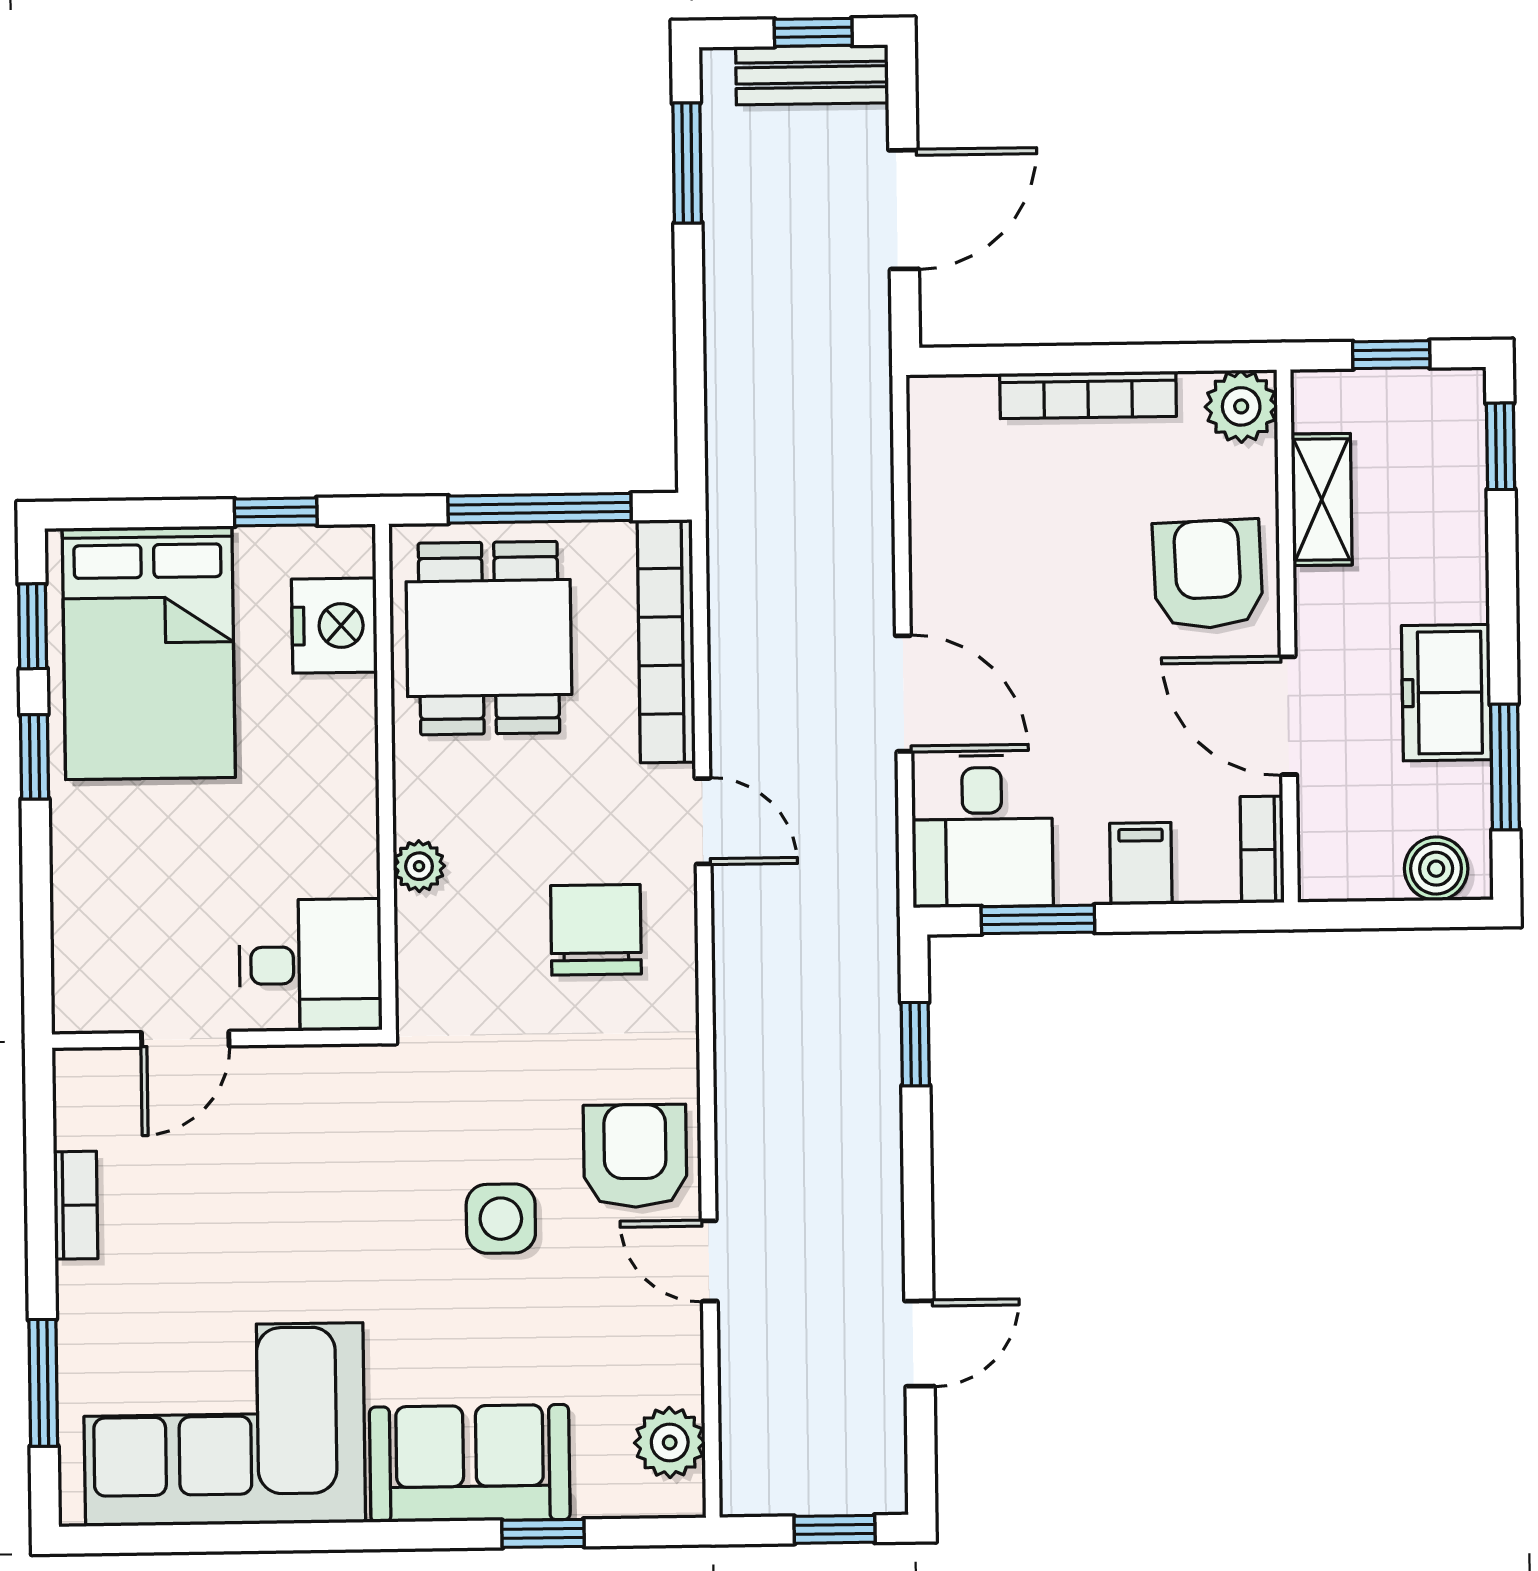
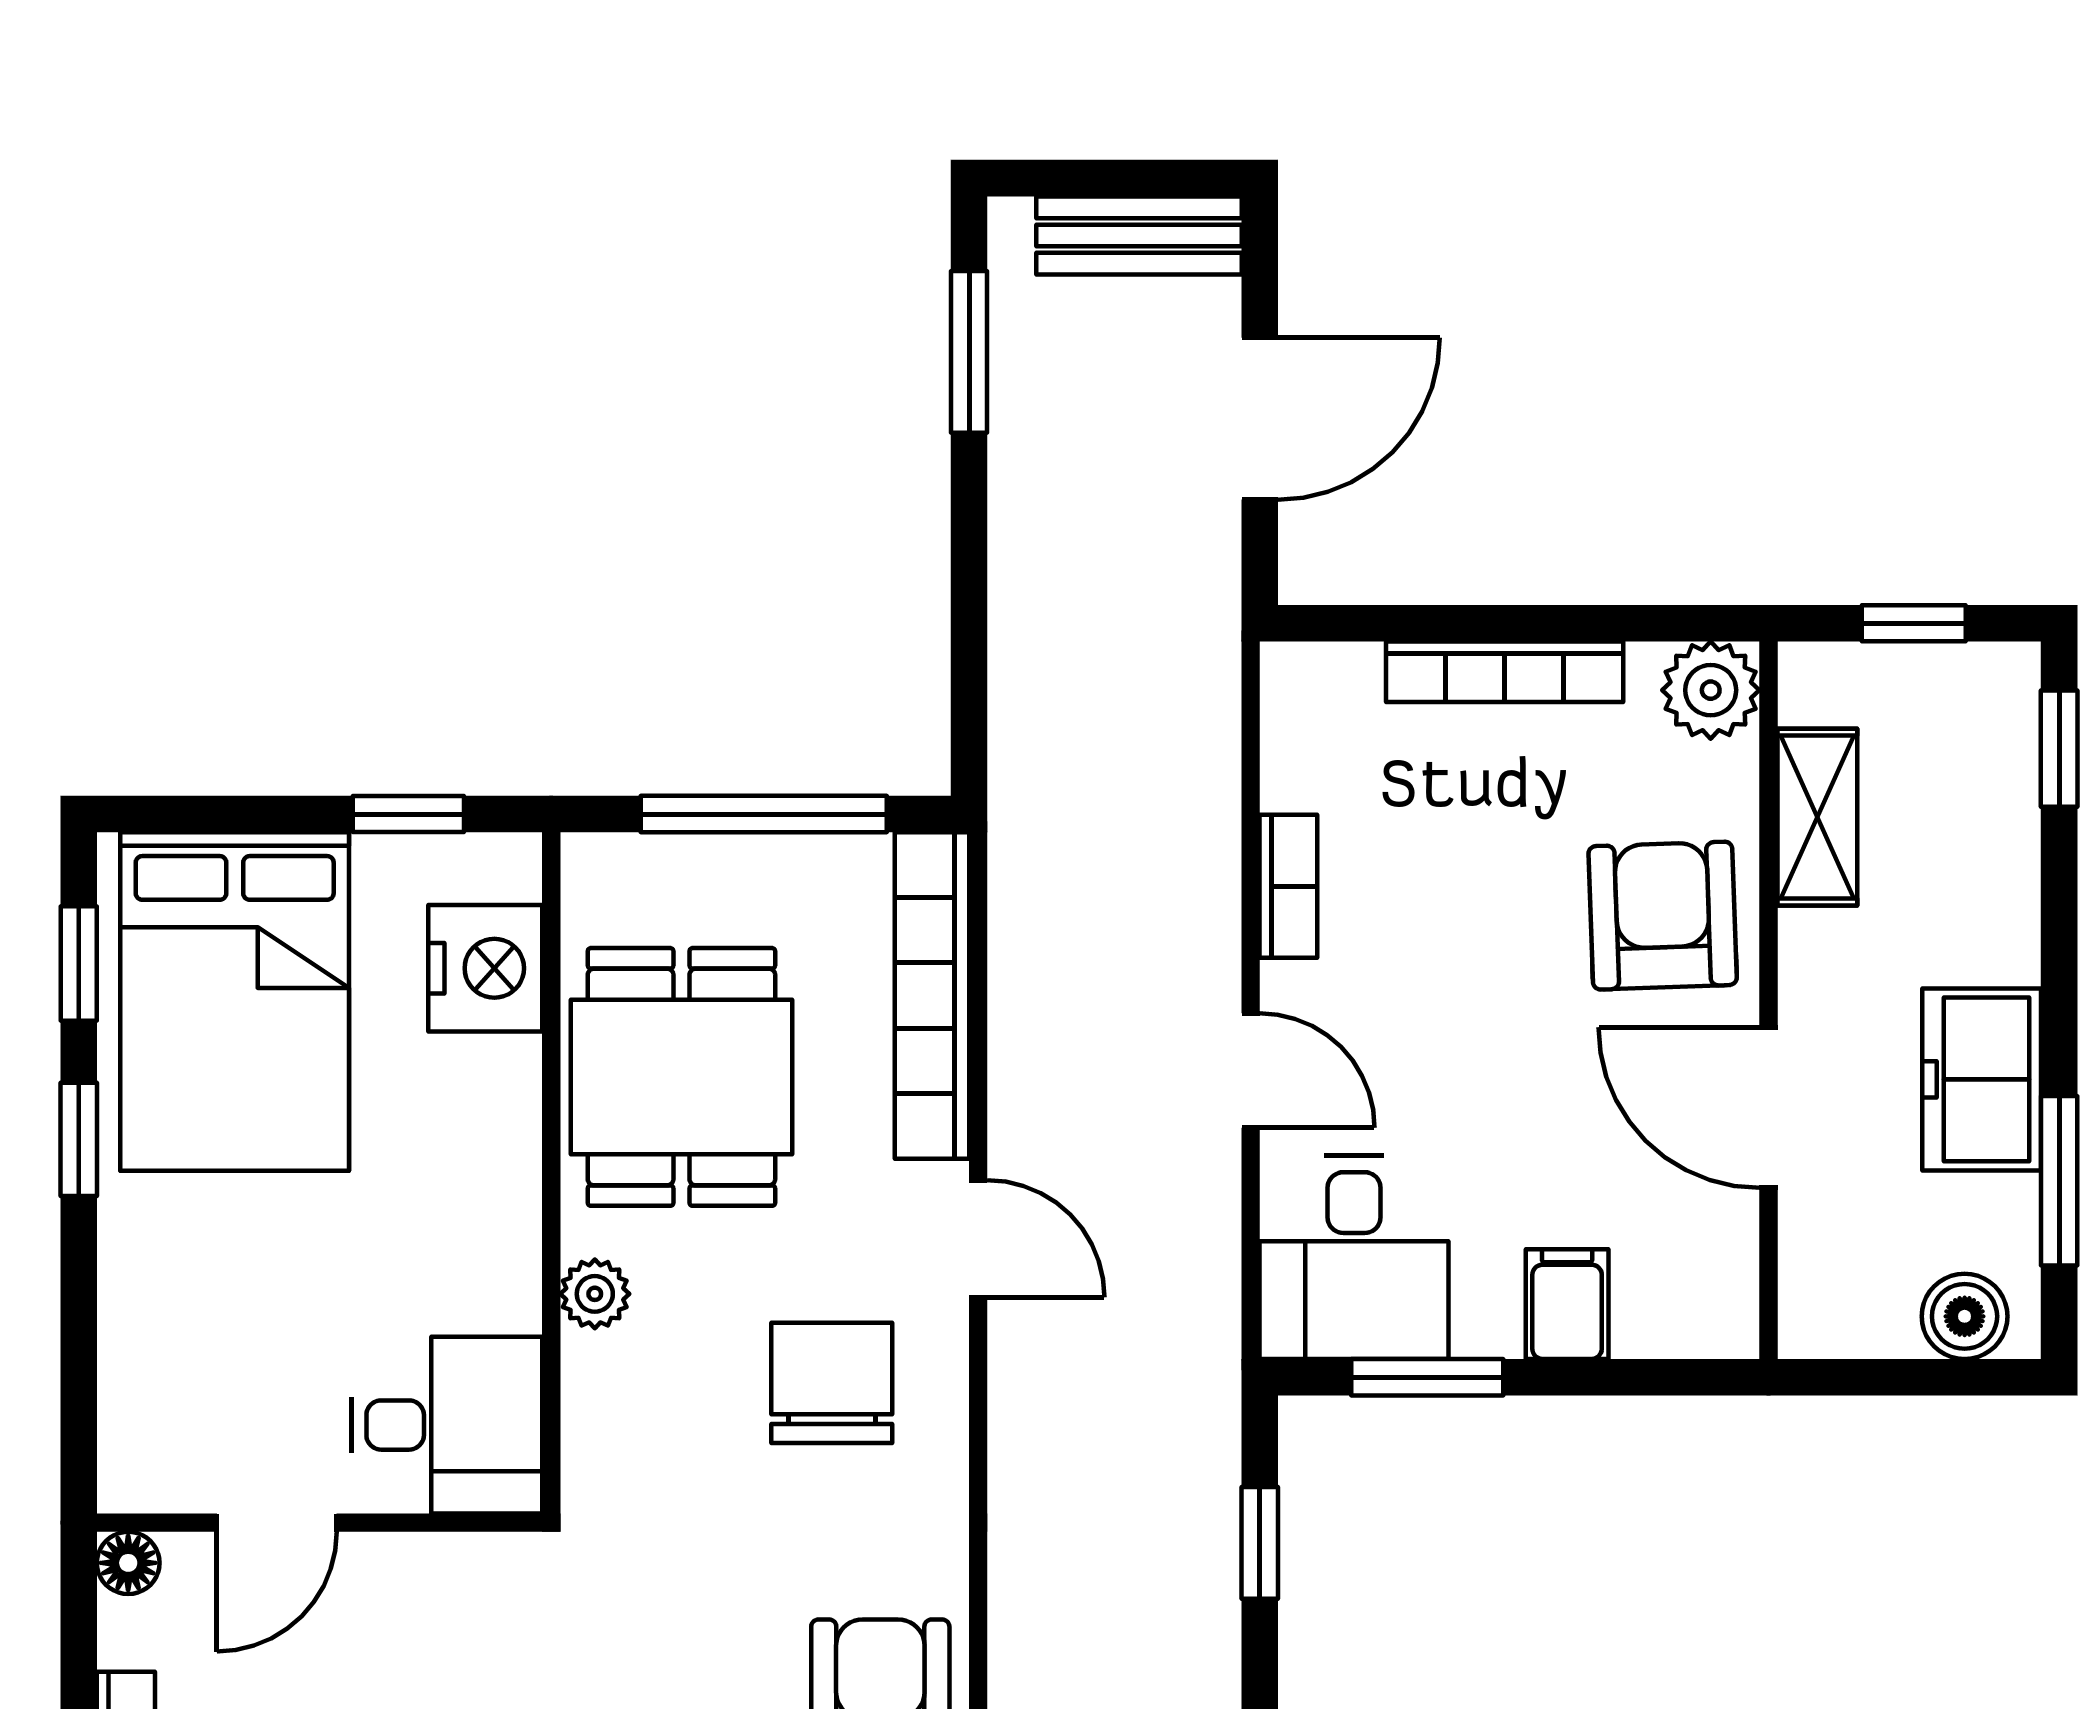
window: (813, 32) -> (1141, 178), removed
dining table: (489, 638) -> (681, 1077), moved
door: (904, 694) -> (1251, 1071), width x0.73
bookcase: (1262, 850) -> (1288, 886), moved, turned 180
floor lamp: (75, 1071) -> (128, 1563), added

